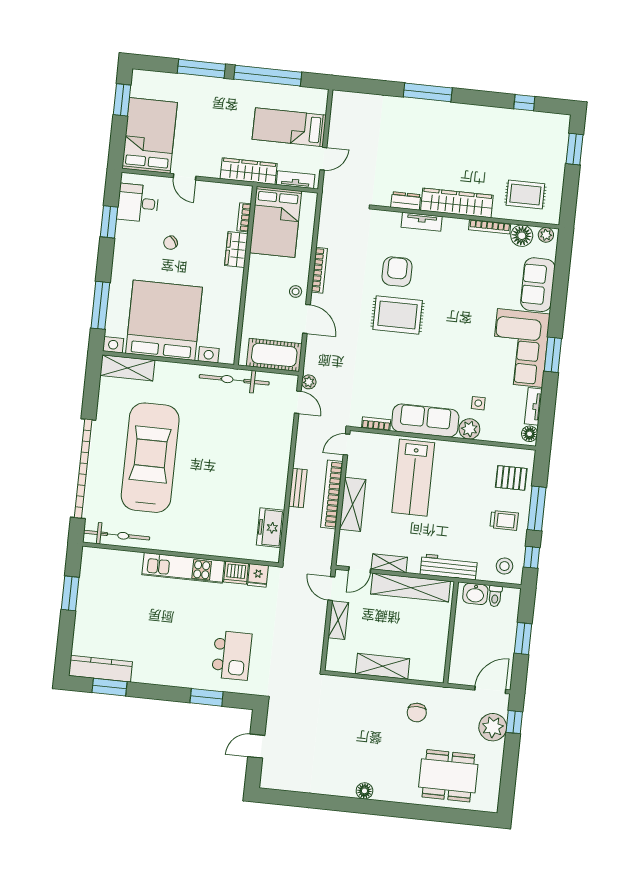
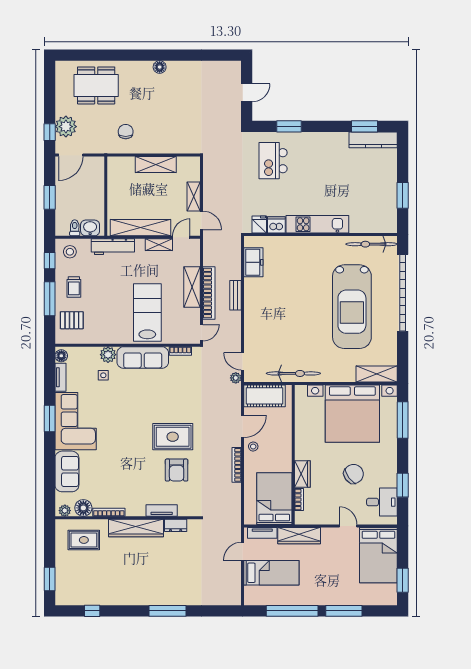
chair: (171, 243) -> (354, 474), width x1.87, depth x1.87
door: (306, 319) -> (243, 426), swing flipped
trolley: (504, 520) -> (74, 287), turned -90

